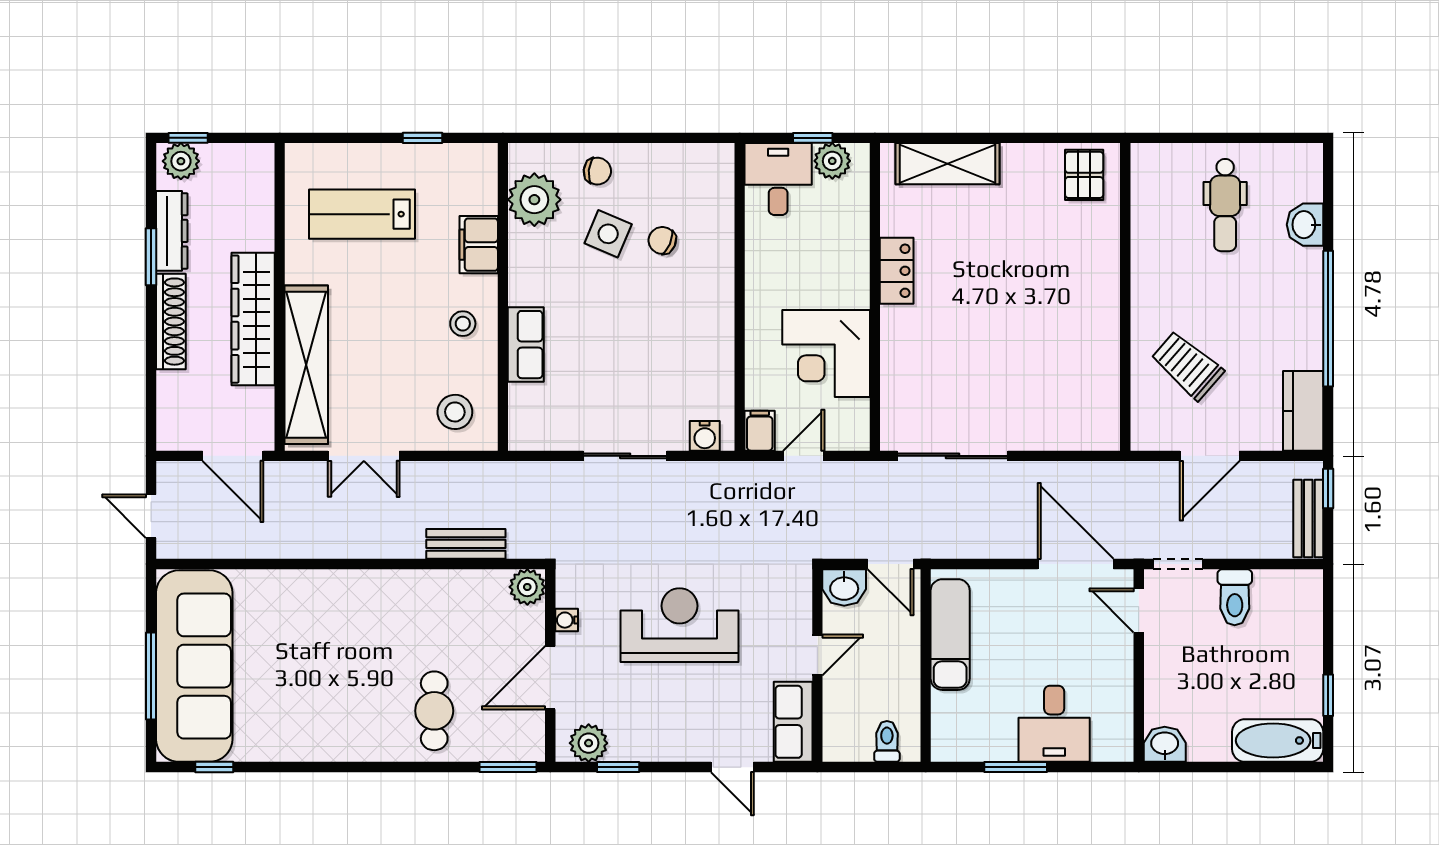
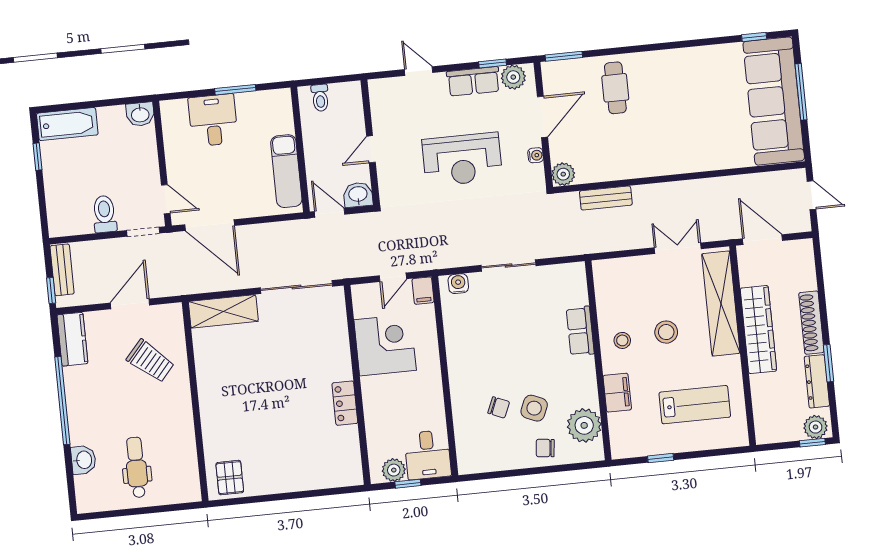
shelving: (948, 164) -> (223, 311), moved
stool: (455, 412) -> (666, 332), moved
row of seats: (793, 722) -> (473, 81), moved, turned 90

